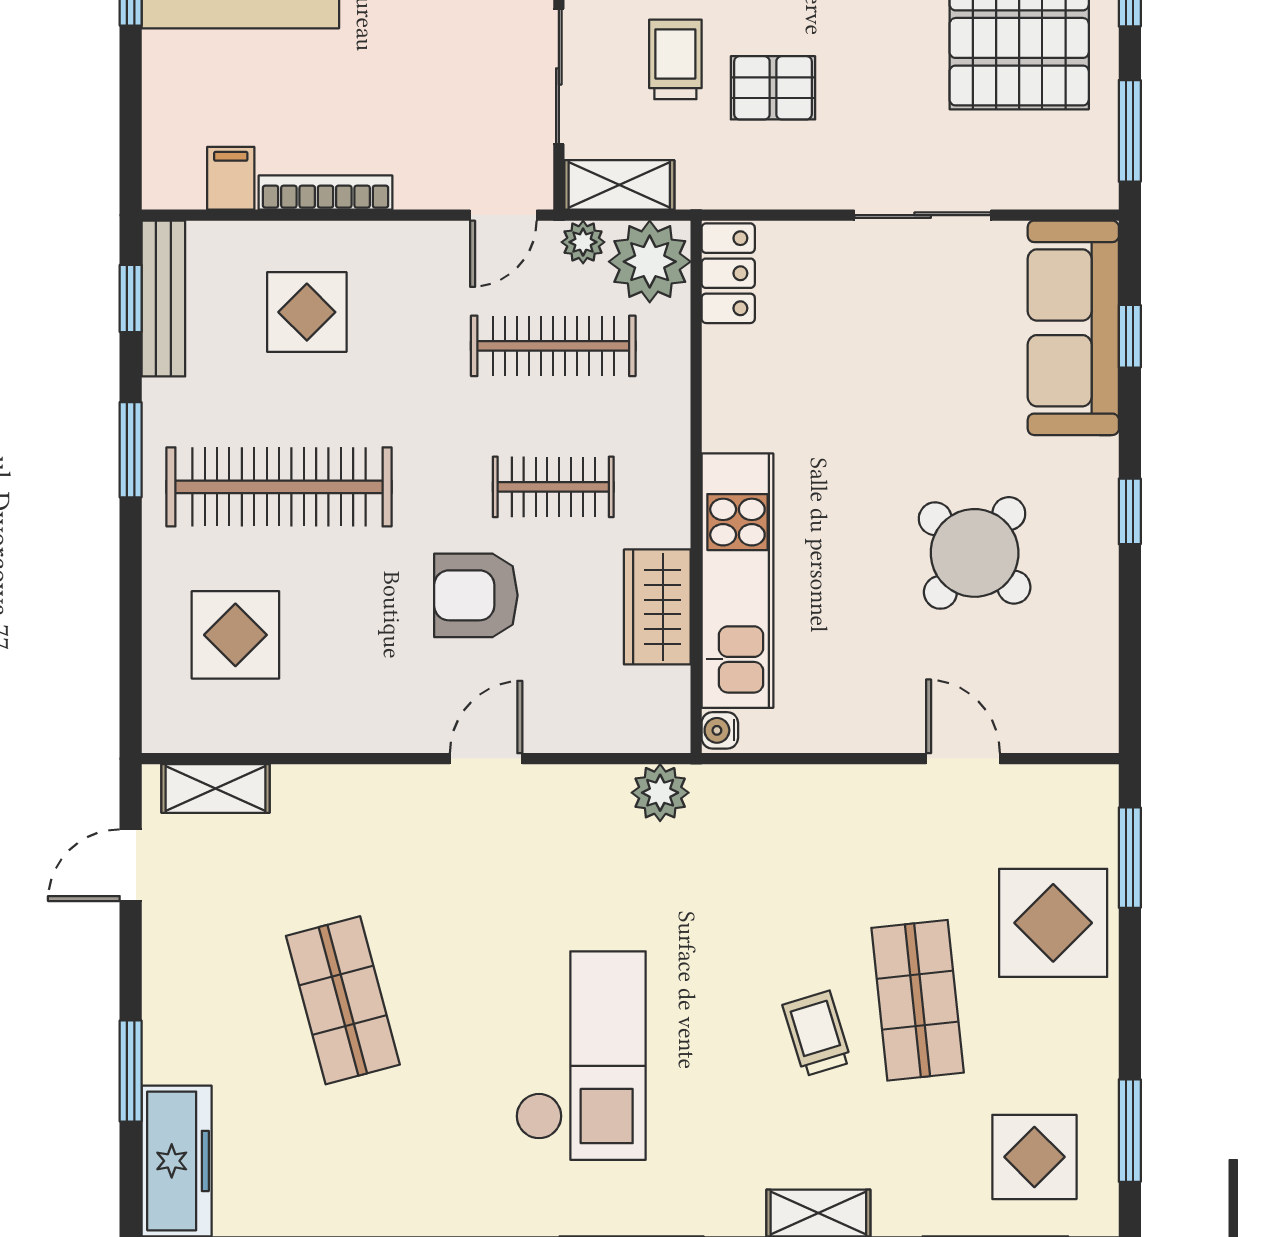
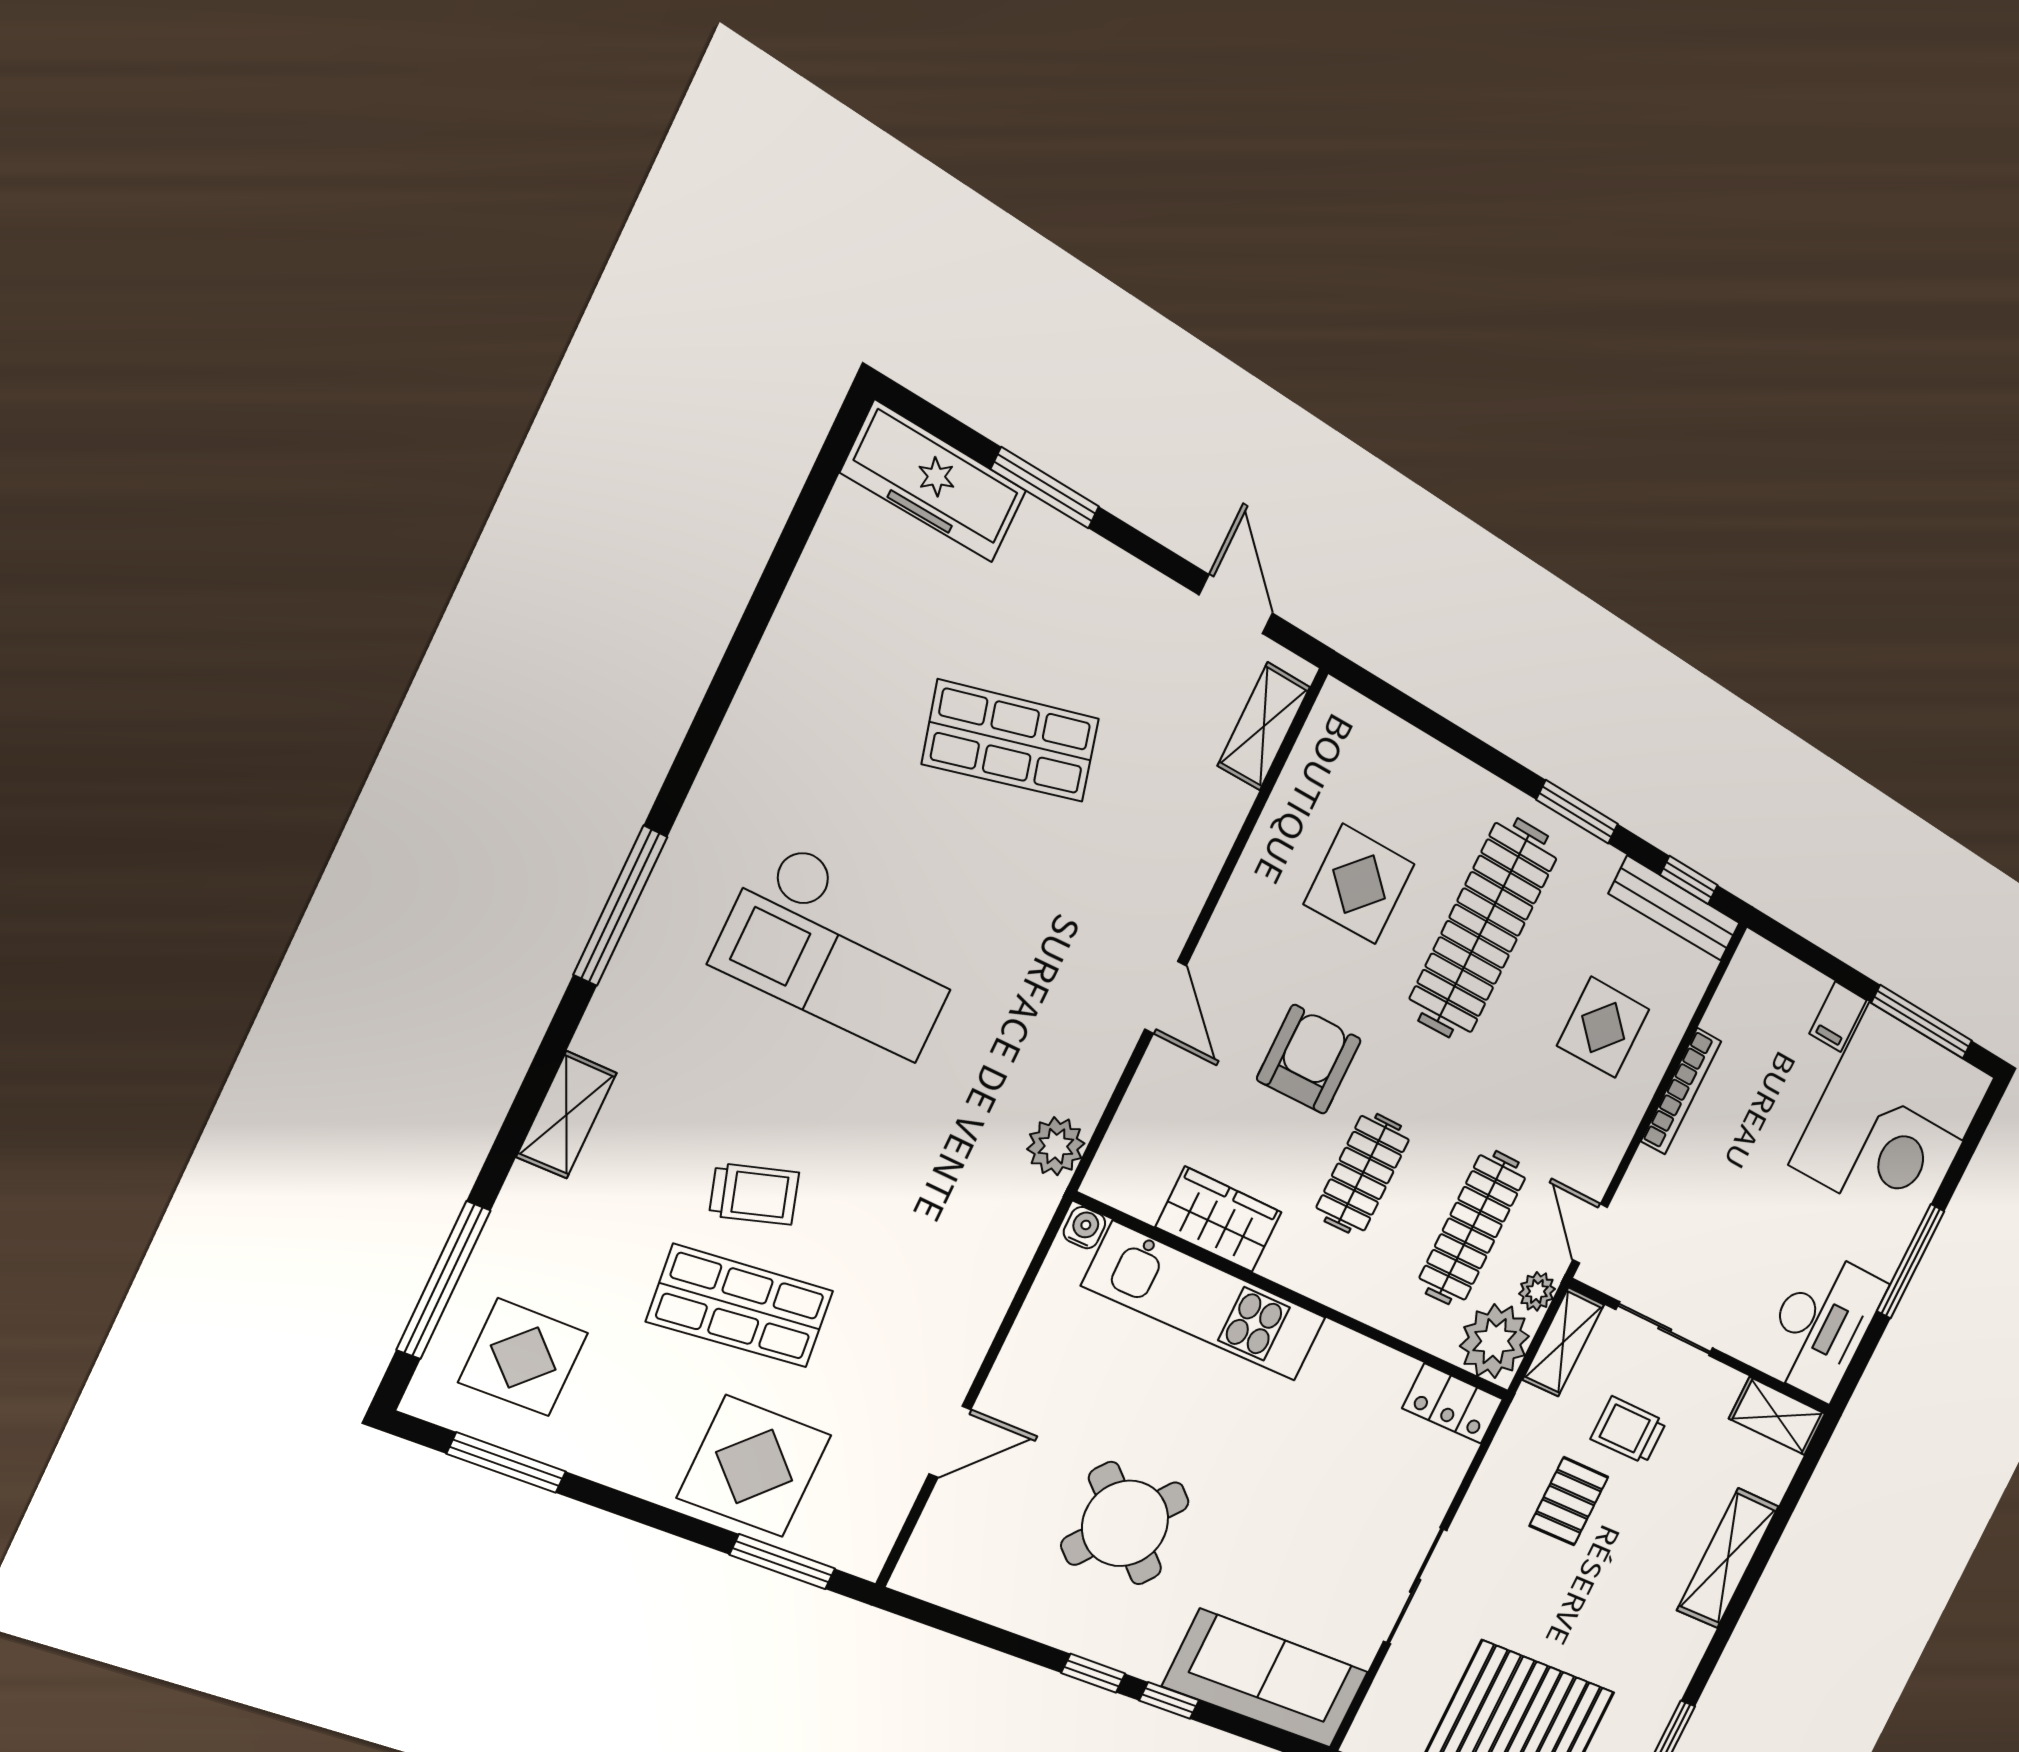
trolley: (675, 59) -> (1629, 1430), turned 180
filing cabinet: (231, 178) -> (1838, 1017), moved, turned 90
window: (1130, 336) -> (1169, 1700), moved
display table: (235, 635) -> (1359, 884), moved

